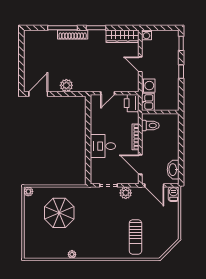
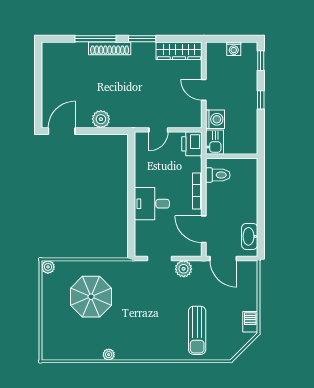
washing machine: (146, 35) -> (234, 49), moved
barbecue: (174, 194) -> (250, 322), moved

